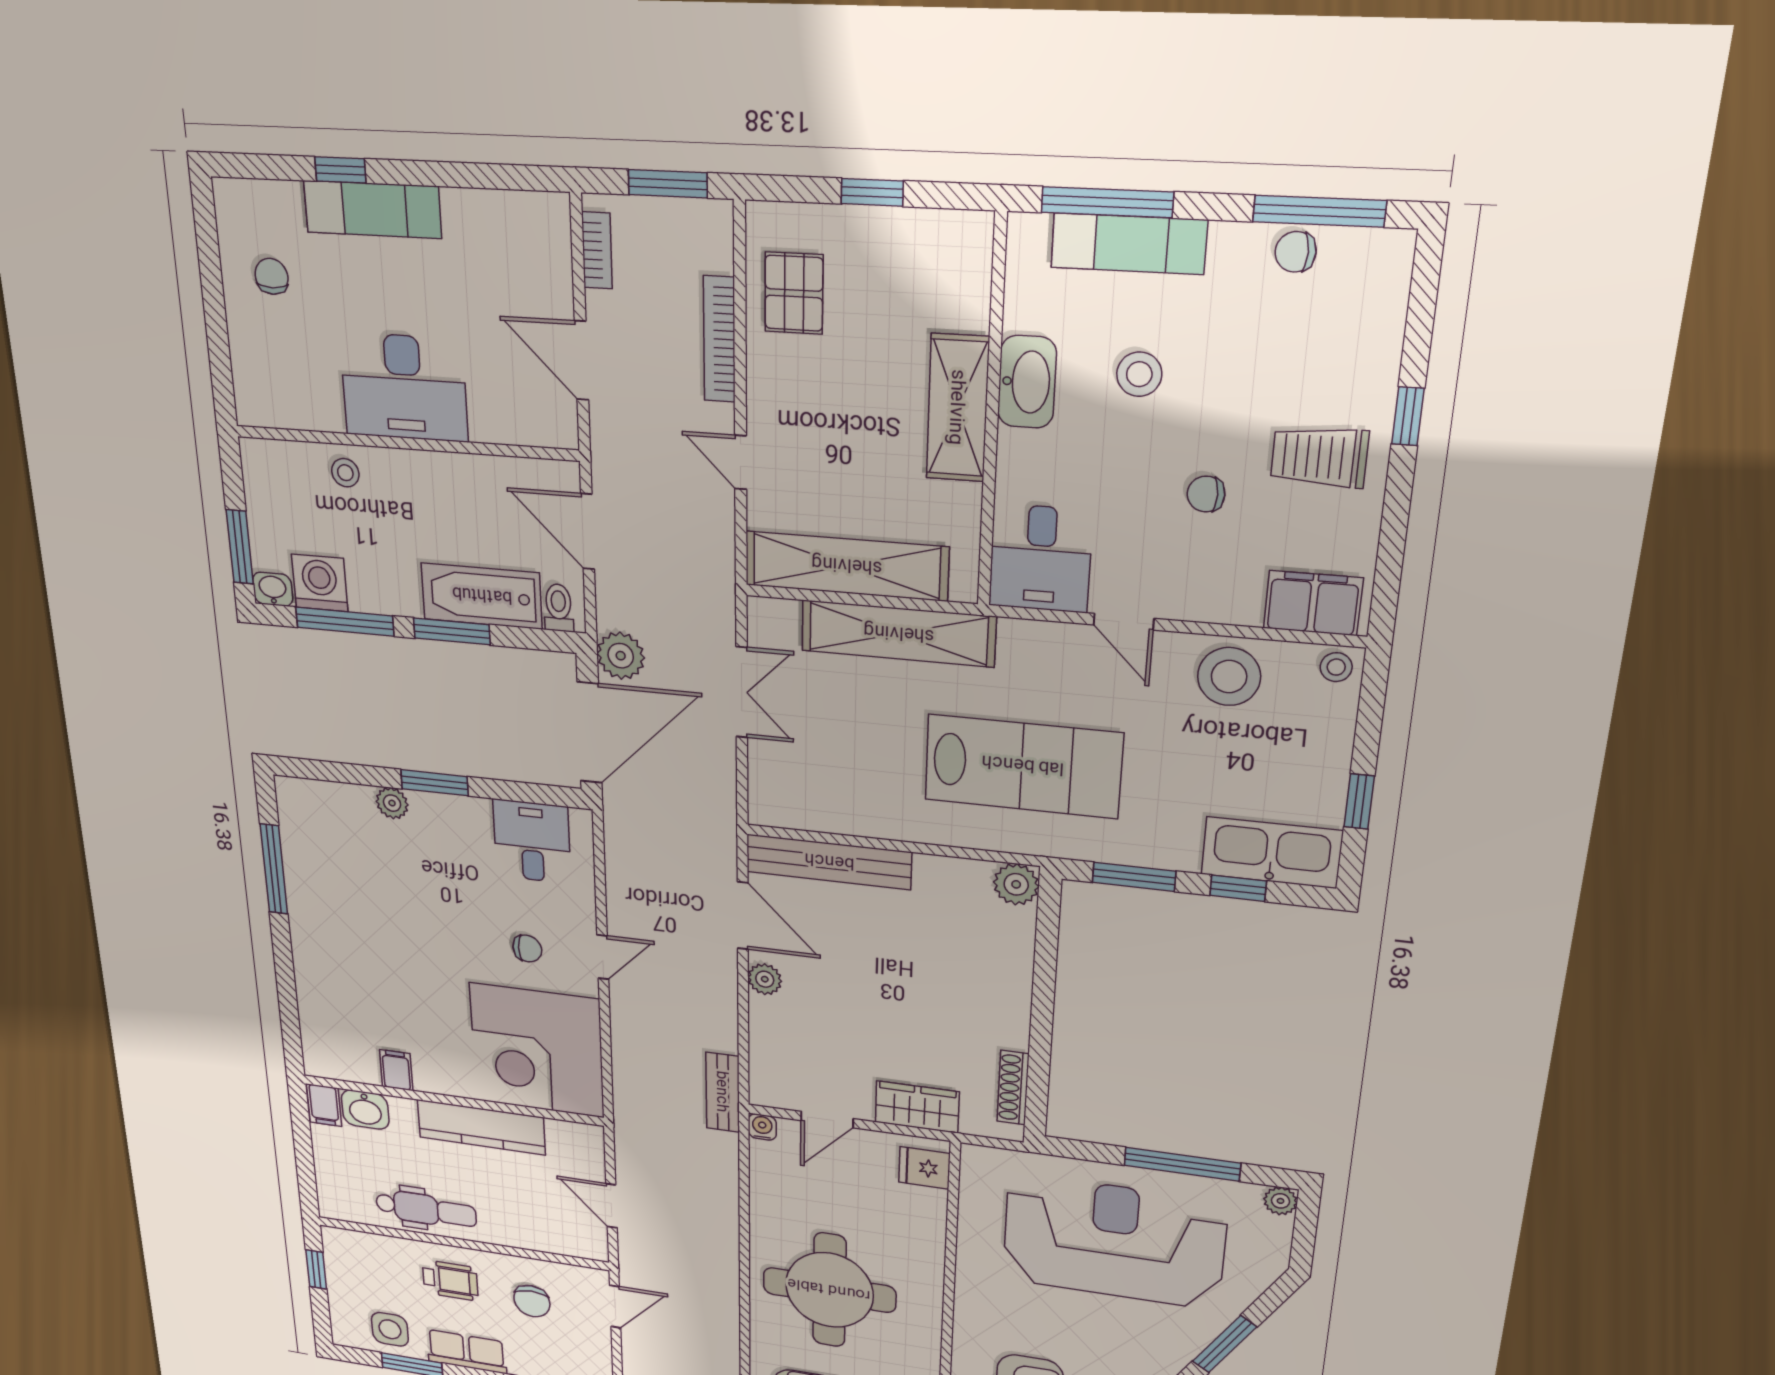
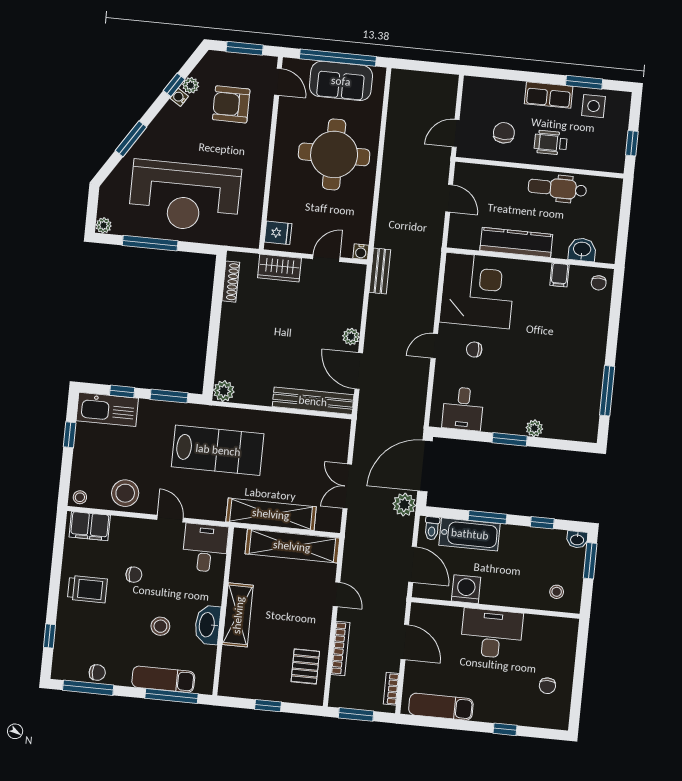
exam couch: (372, 209) -> (441, 707), moved
window: (1408, 416) -> (49, 636), moved
stool: (345, 473) -> (557, 592), moved
washing machine: (320, 583) -> (466, 589), moved, turned 180
window: (345, 622) -> (542, 523), width x0.46
lab bench: (1023, 766) -> (218, 450), turned 180
chair: (326, 1054) -> (599, 283), added
filing cabinet: (324, 1105) -> (606, 251), removed

